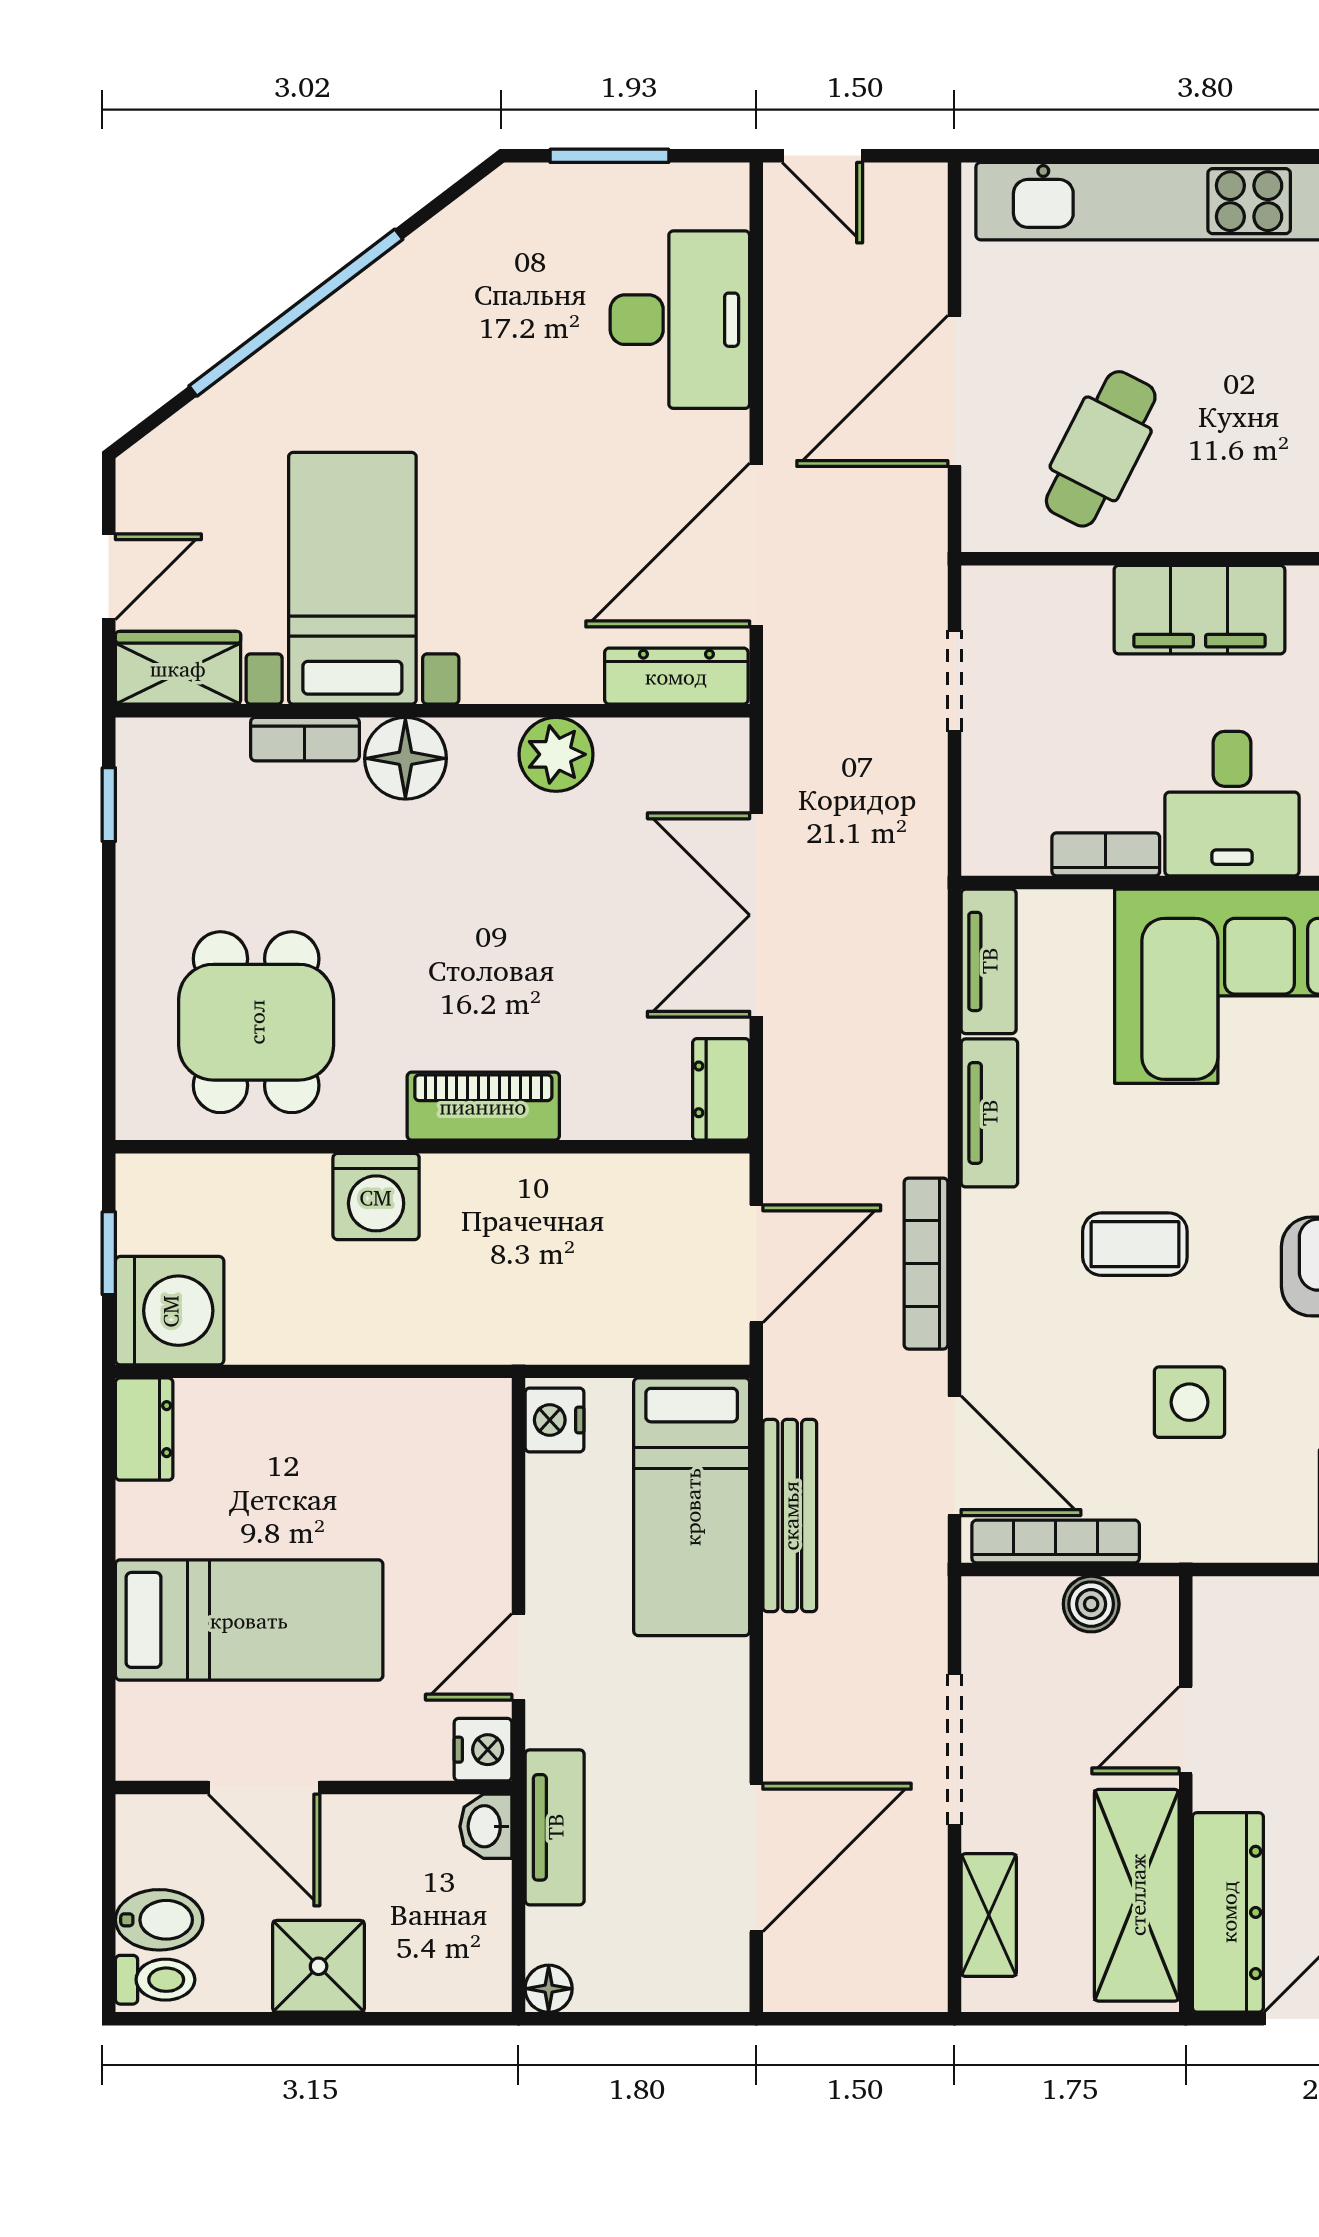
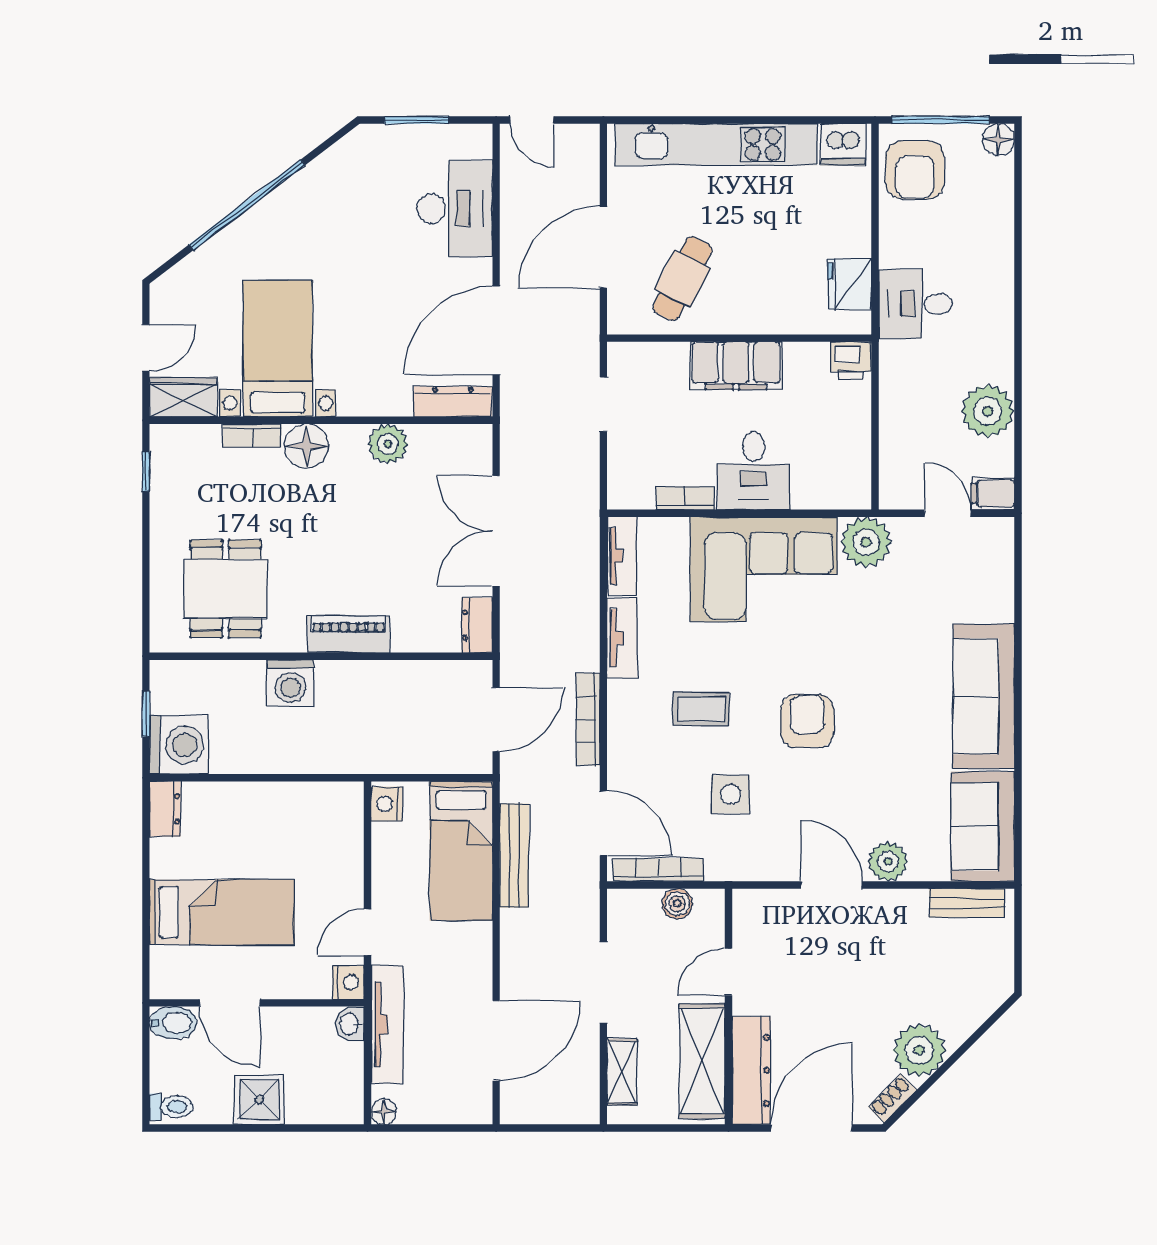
tv unit: (555, 1827) -> (387, 1024), width x1.41
bidet: (159, 1920) -> (173, 1023), moved

